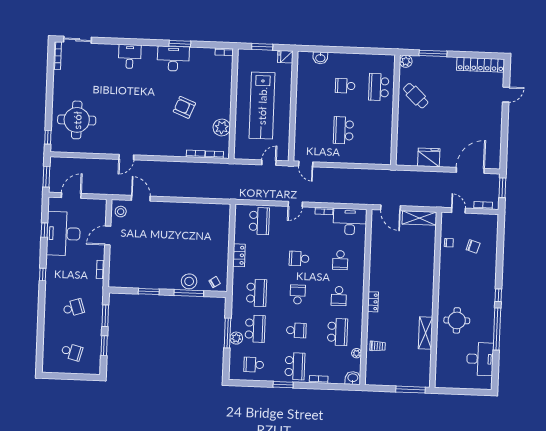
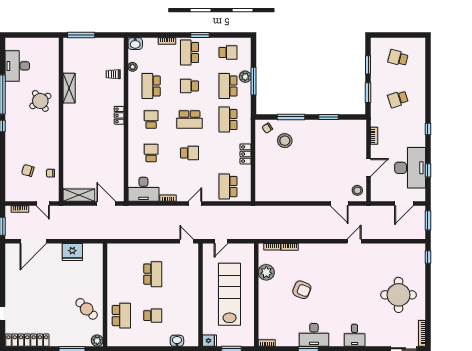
round table: (77, 120) -> (399, 295), moved
stool: (189, 281) -> (285, 141), moved
school desk: (298, 294) -> (190, 120), width x1.85
round table: (457, 320) -> (40, 101), turned -33

